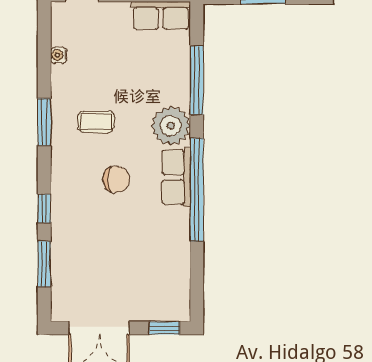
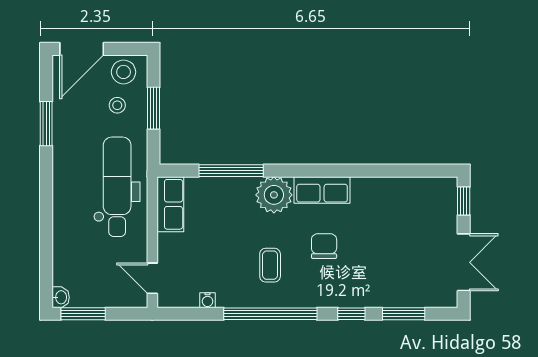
window: (44, 122) -> (270, 314), width x2.11
window: (197, 190) -> (334, 171), removed

